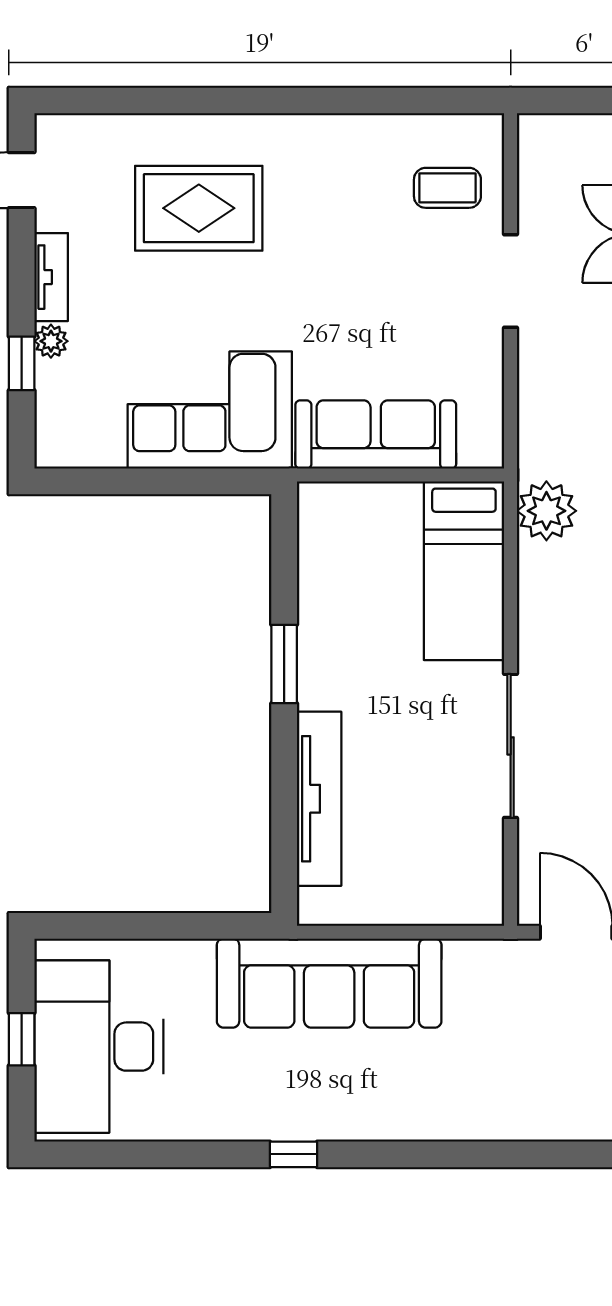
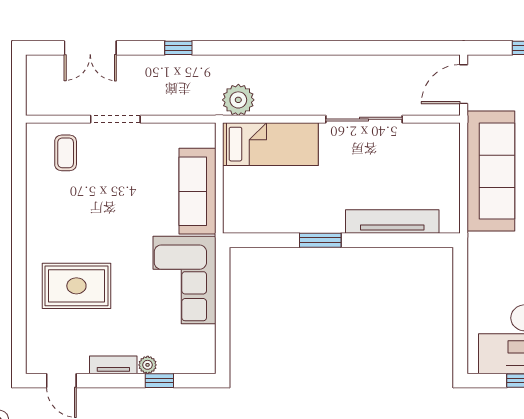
rug: (199, 208) -> (76, 286), turned 90
sofa: (329, 983) -> (491, 171), moved

